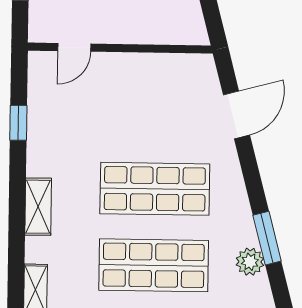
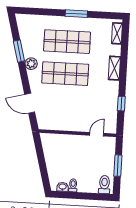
door: (237, 115) -> (30, 103), hinge flipped
plant: (250, 262) -> (31, 64), moved

